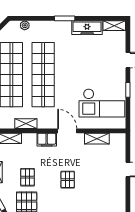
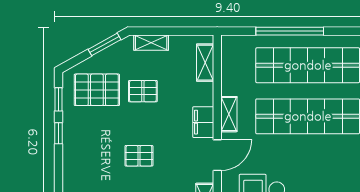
shelving: (26, 124) -> (229, 114), moved

